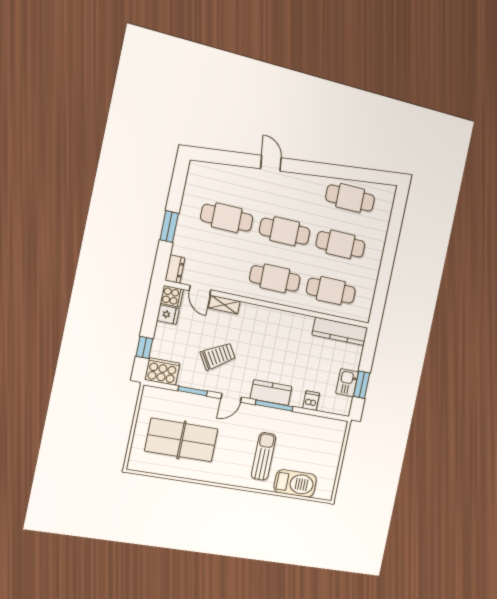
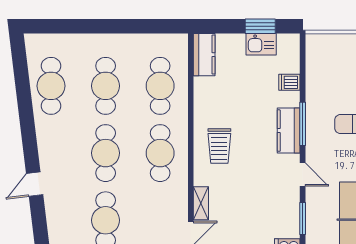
kitchen counter: (340, 331) -> (204, 55), width x0.67
trolley: (218, 356) -> (219, 146), moved, turned -149

